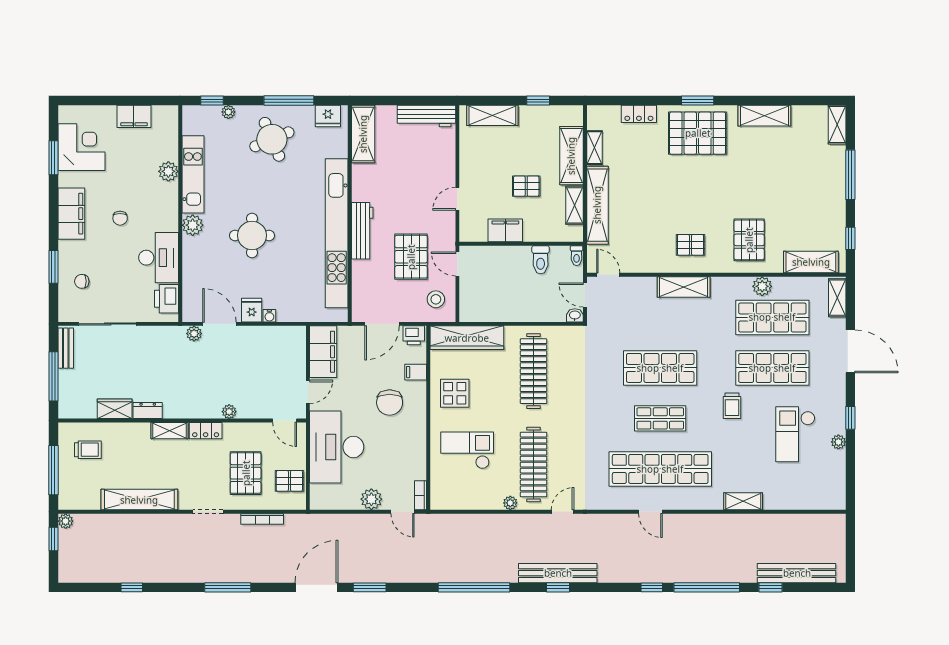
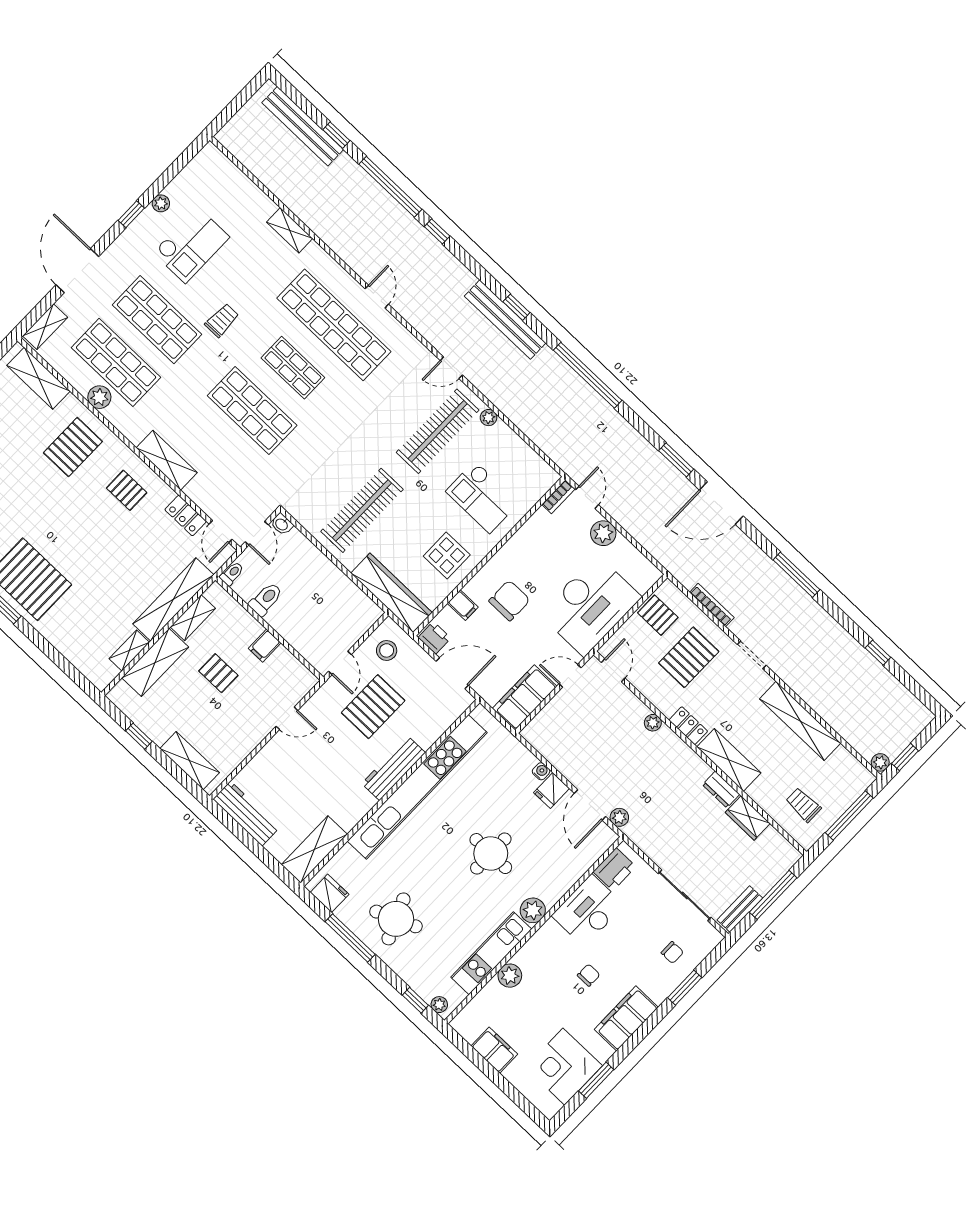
plant: (228, 112) -> (439, 1005), moved
locker: (639, 114) -> (186, 516), moved, turned 180
filing cabinet: (505, 230) -> (265, 646), width x0.50
shelving: (170, 431) -> (729, 760), width x1.50, depth x1.33

